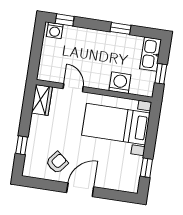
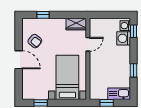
washing machine: (120, 83) -> (124, 38), moved, turned 180

